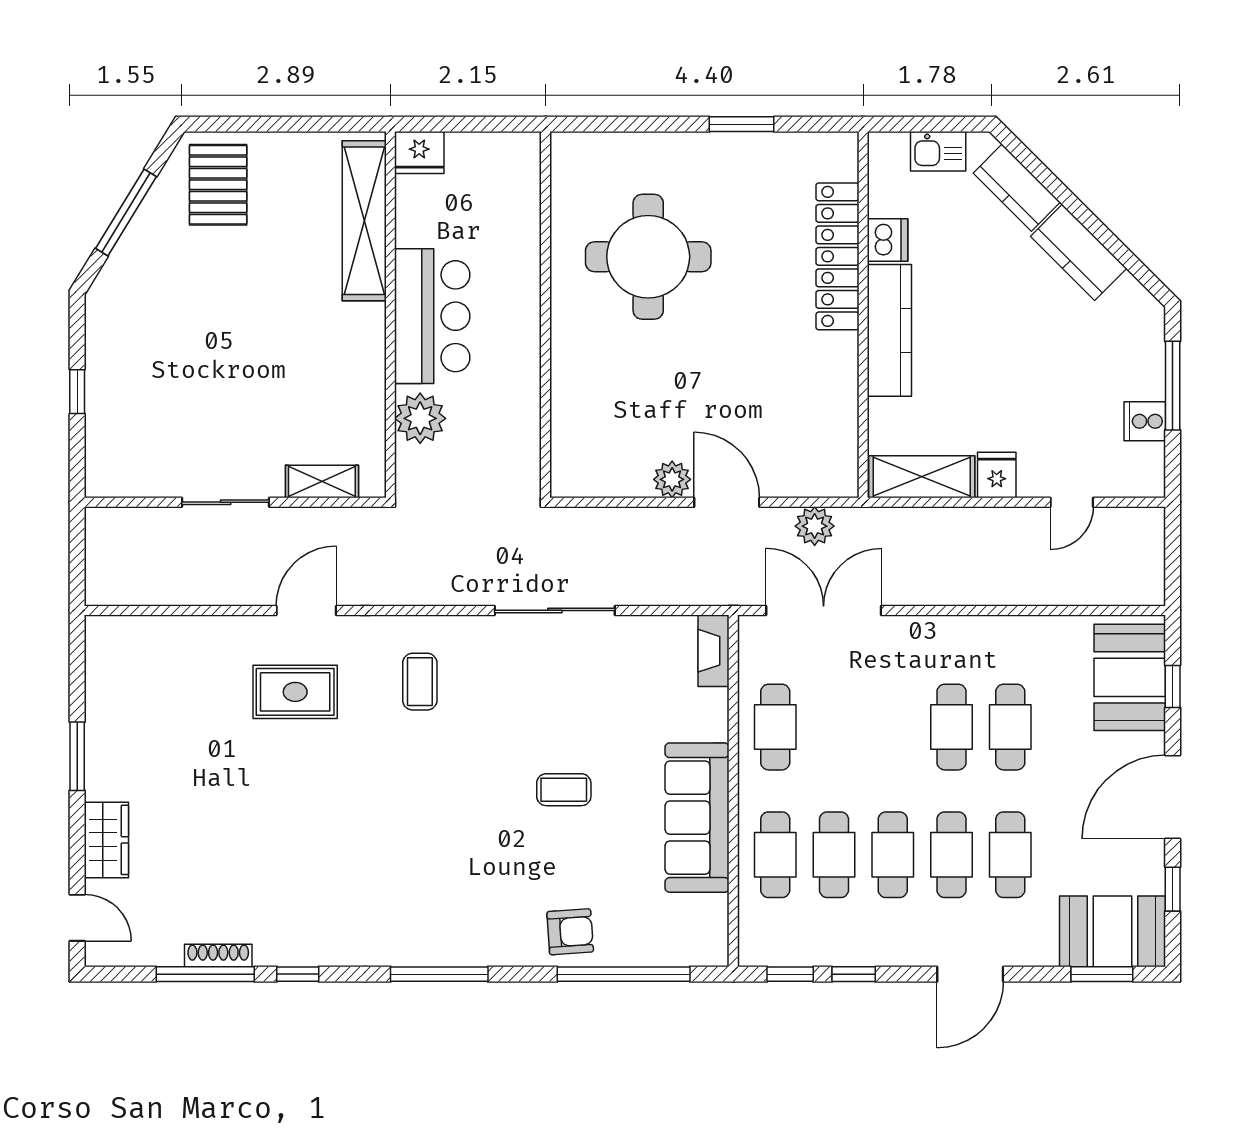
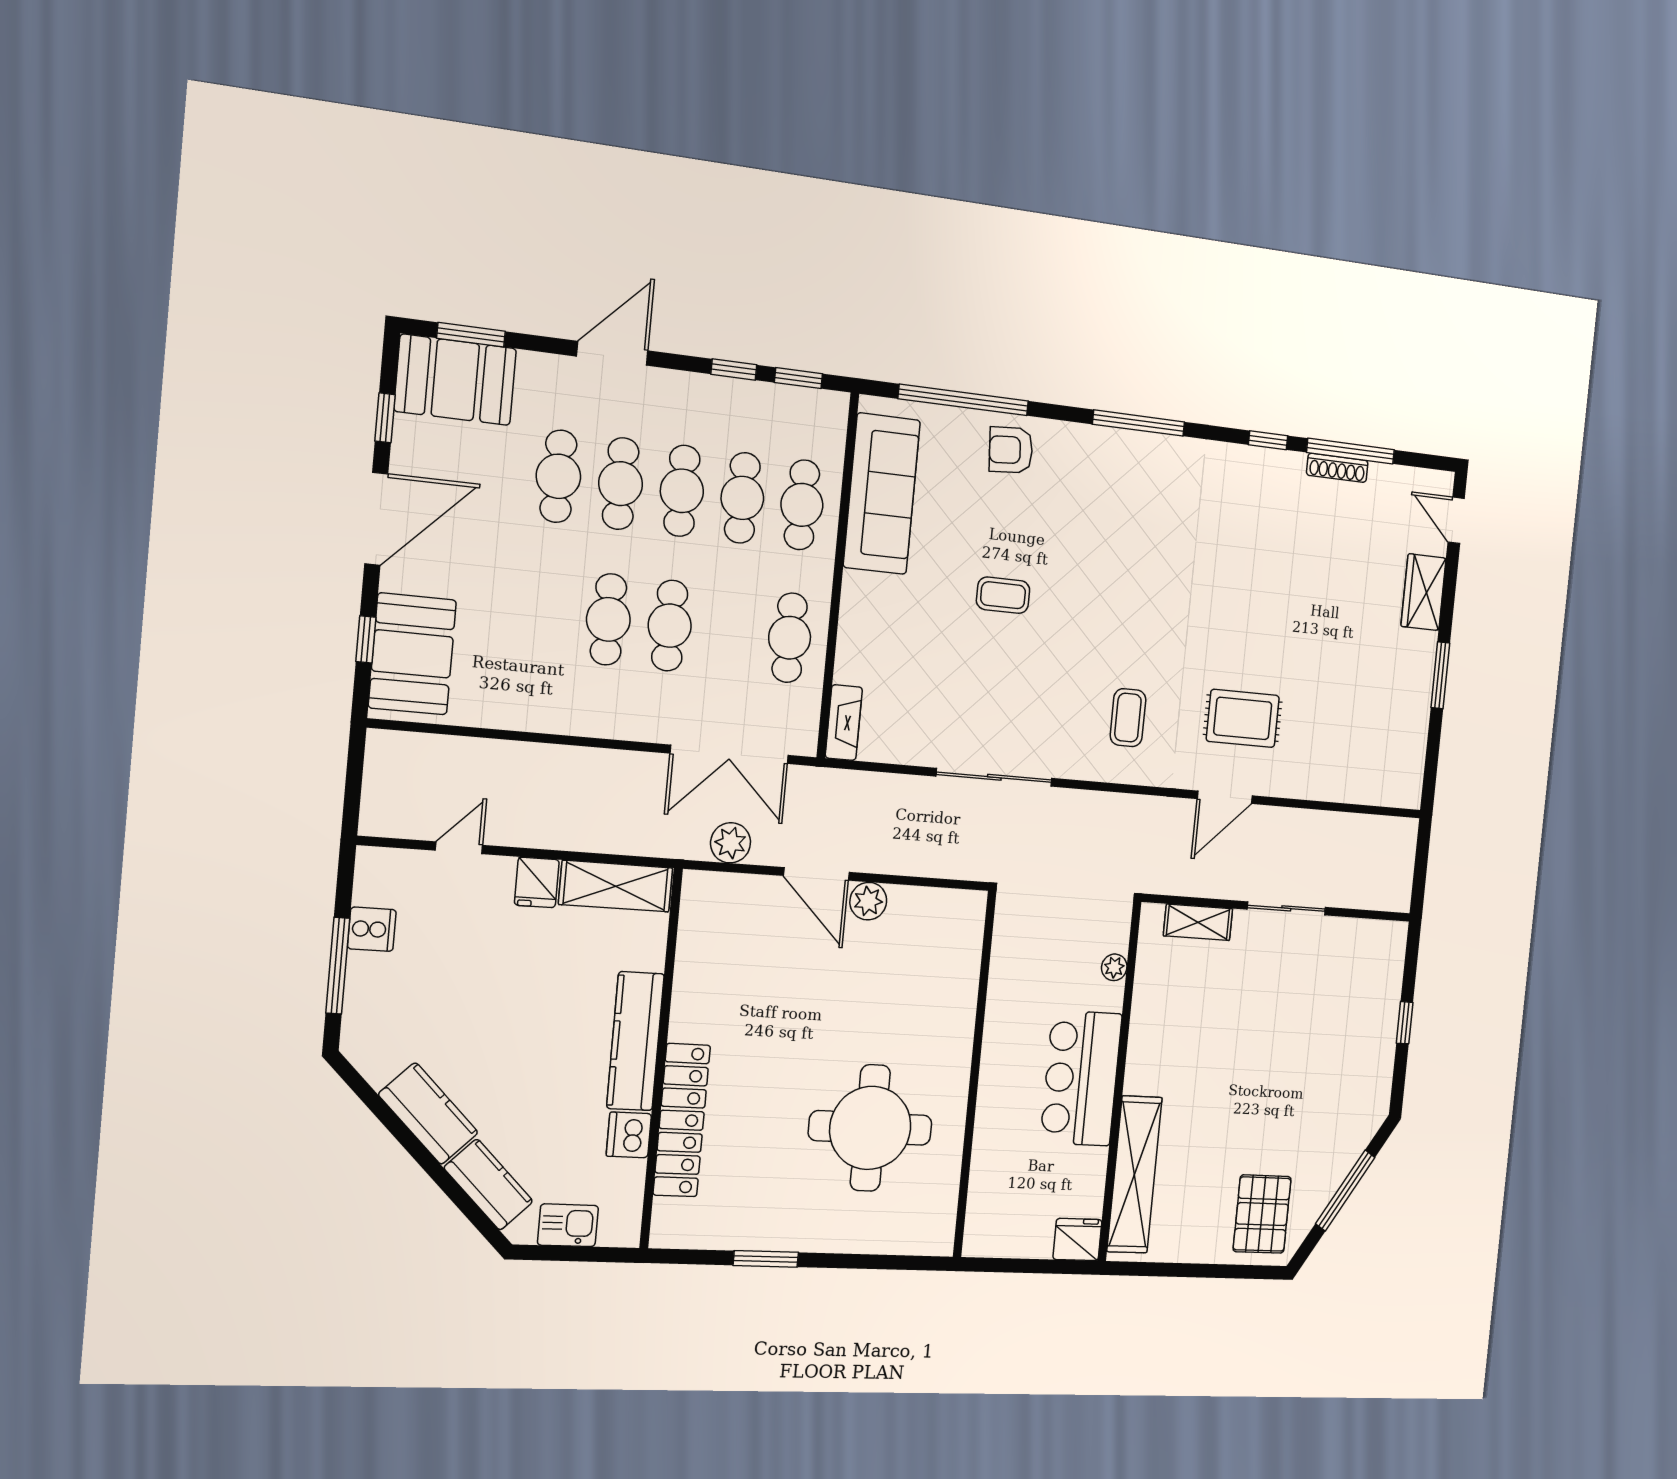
plant: (420, 418) -> (1114, 967), width x0.53, depth x0.53
cafe table: (1010, 727) -> (670, 626), moved
sofa: (697, 818) -> (882, 494), moved

